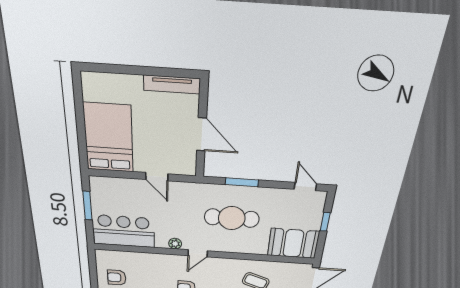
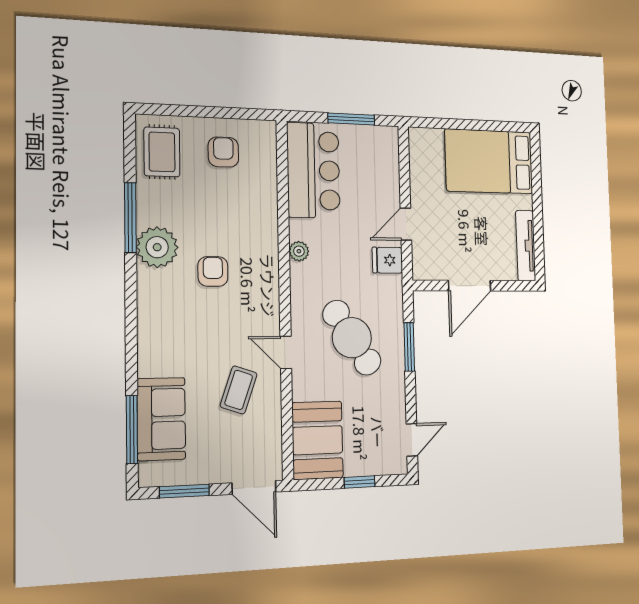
bed: (109, 138) -> (489, 161), moved, turned 180
fridge: (182, 191) -> (387, 260), added
cafe table: (232, 218) -> (352, 338), turned -33
door: (198, 253) -> (286, 352), moved

